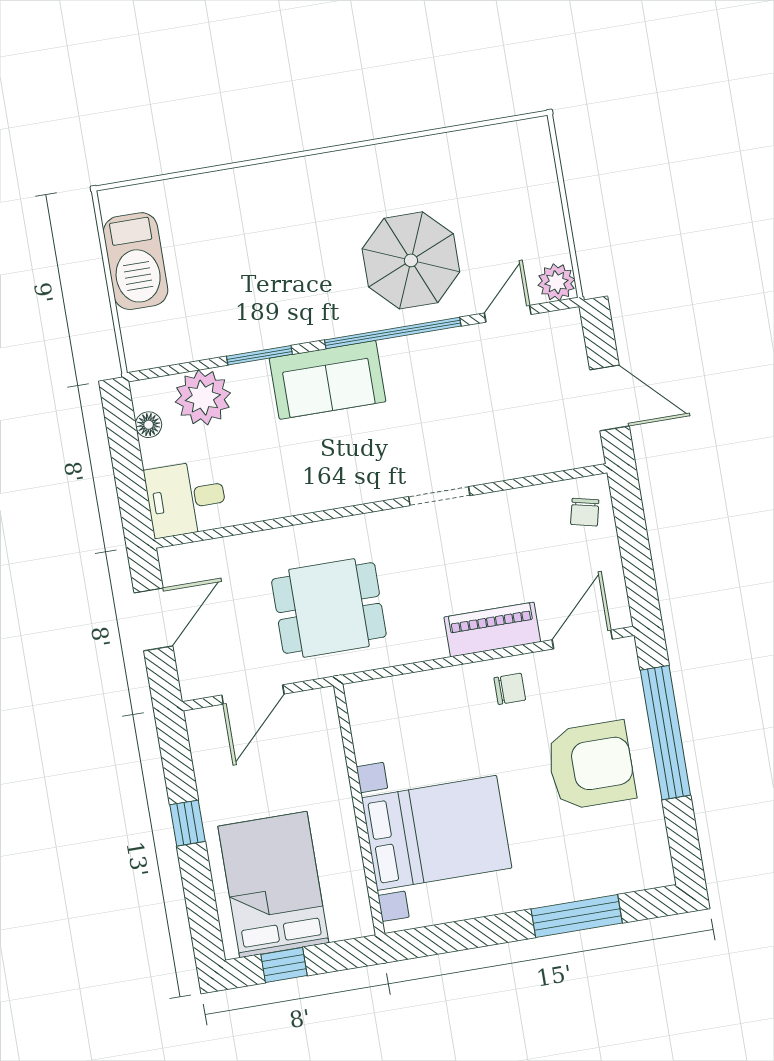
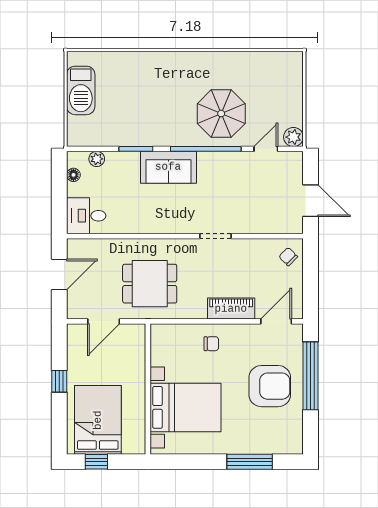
plant: (203, 398) -> (97, 159), width x0.53, depth x0.53
chair: (585, 512) -> (288, 257), turned 122
chair: (510, 689) -> (211, 344), moved

